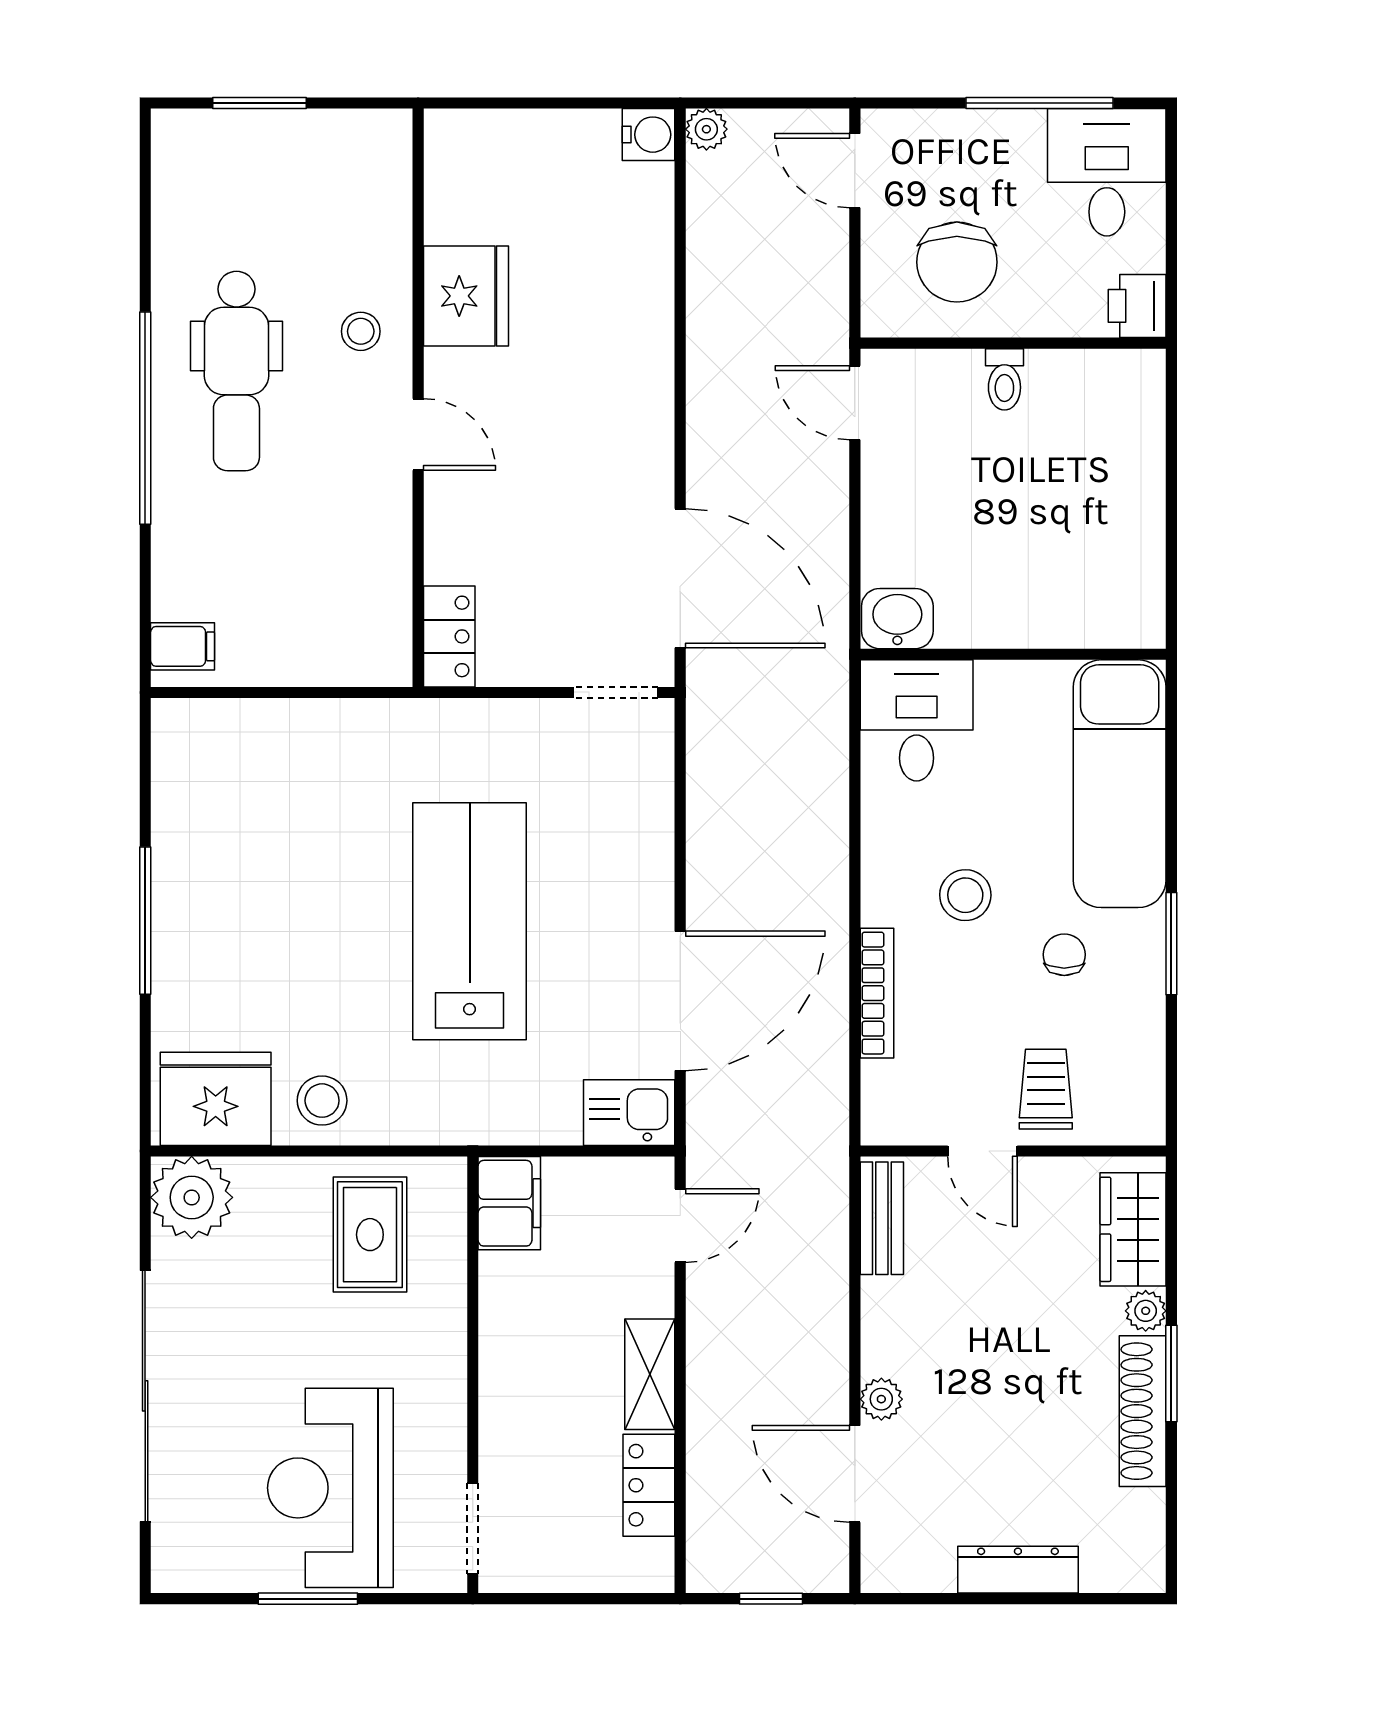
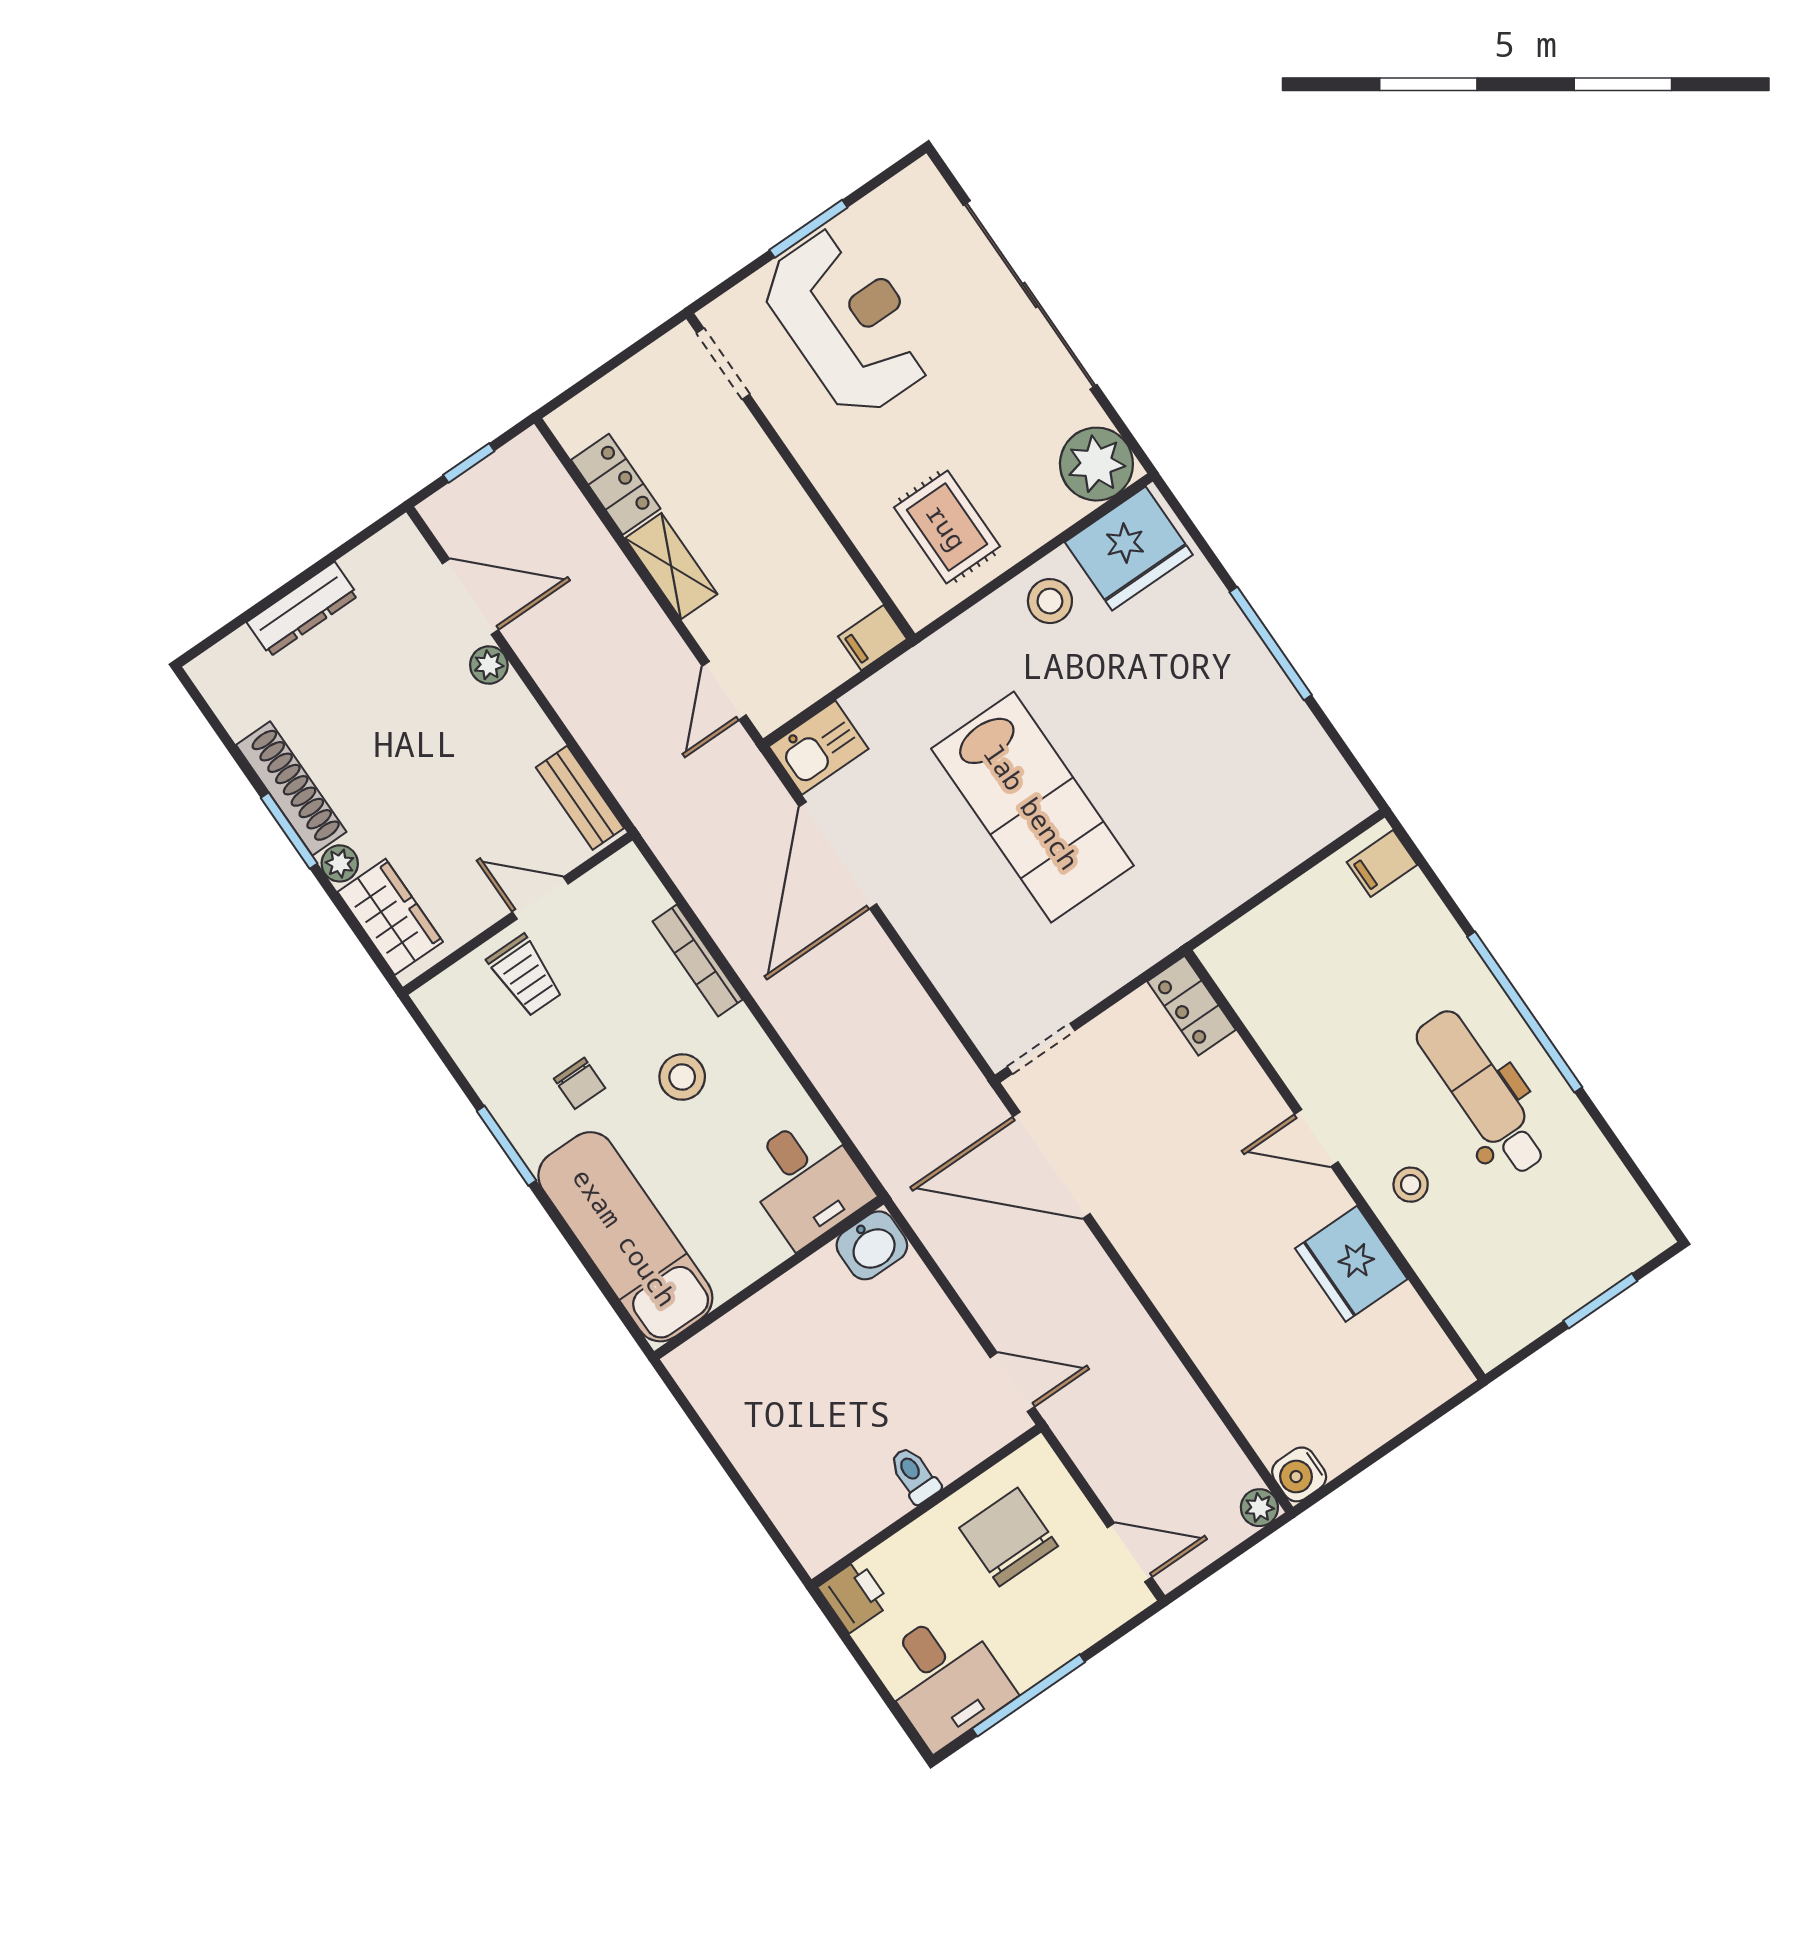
filing cabinet: (509, 1203) -> (873, 638), width x0.50

